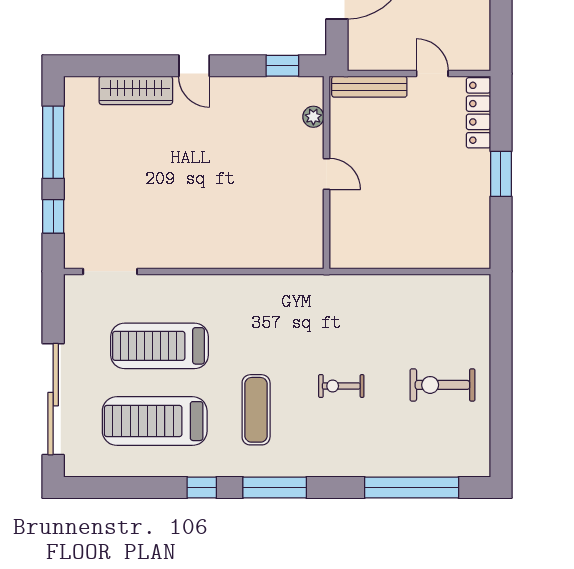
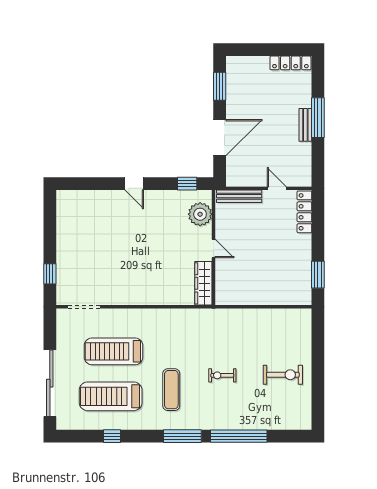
wardrobe: (136, 90) -> (203, 283), moved, turned 90
plant: (313, 117) -> (200, 214), width x1.88, depth x1.88
window: (53, 142) -> (50, 229), removed
window: (501, 174) -> (318, 275), moved
exercise bike: (442, 385) -> (283, 375), turned 180
window: (202, 488) -> (112, 436), moved
window: (412, 488) -> (239, 436), moved

